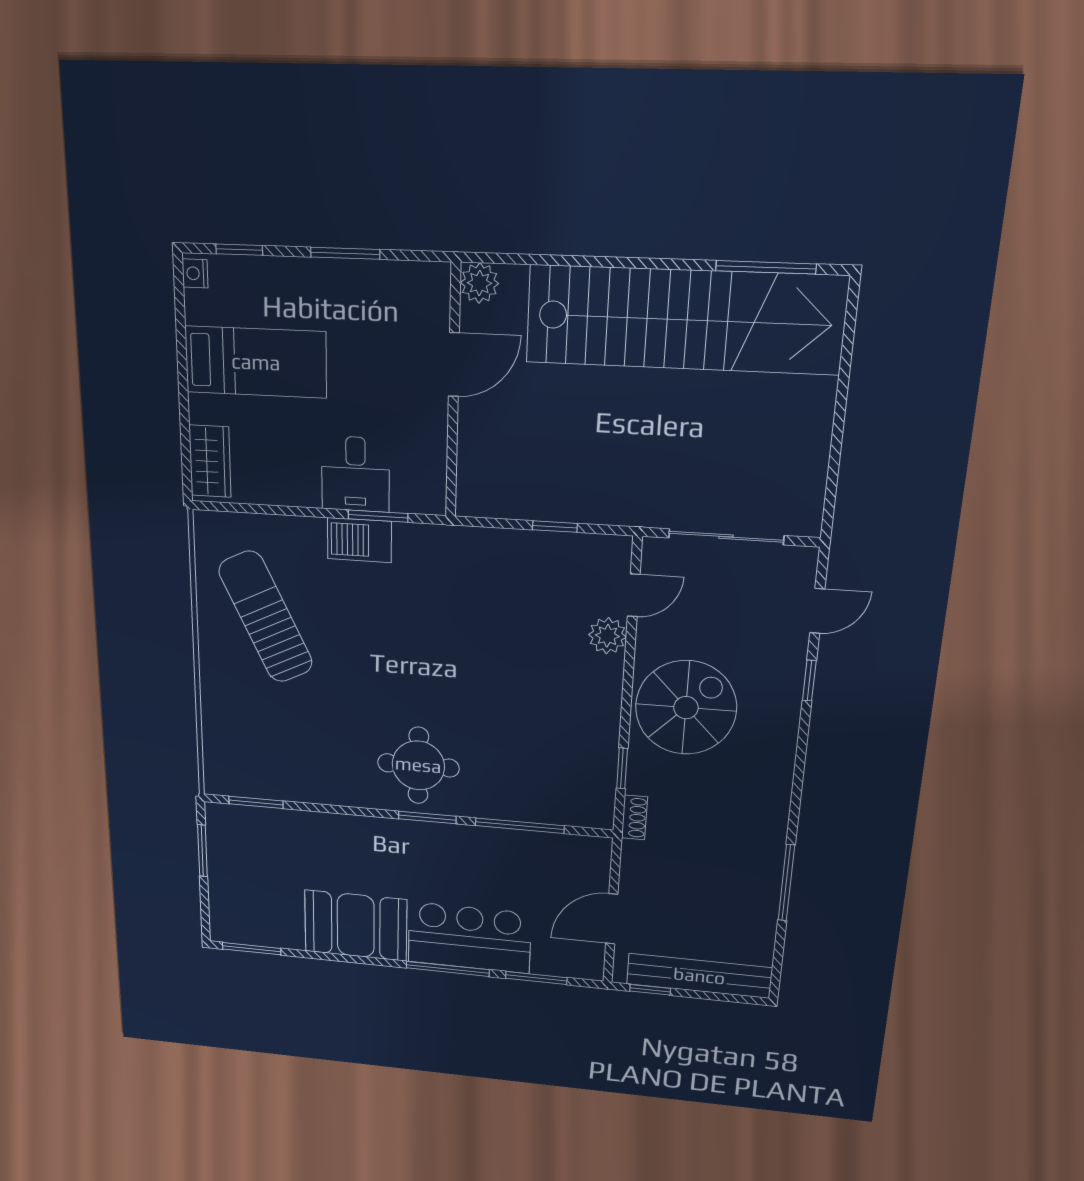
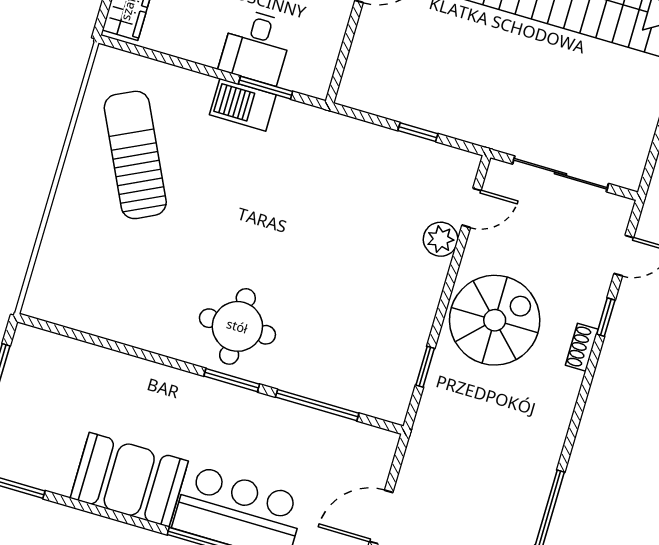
window: (256, 802) -> (69, 332), removed
shoe rack: (634, 817) -> (582, 347), moved, turned 180

